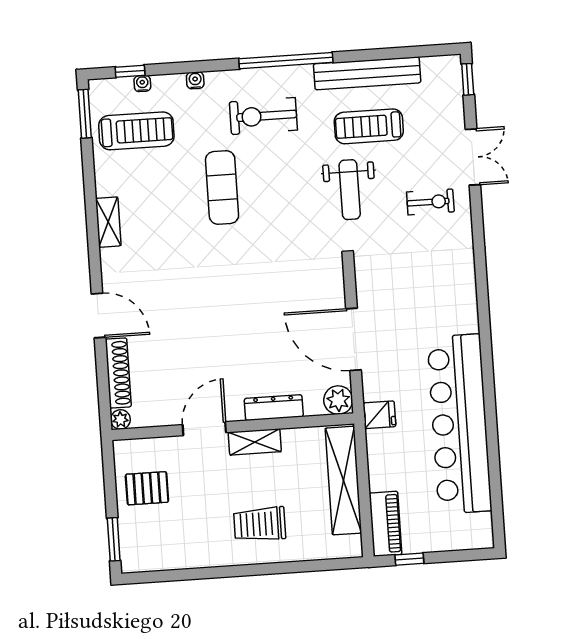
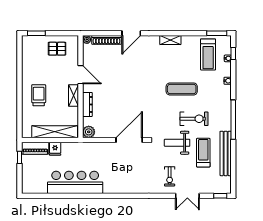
exercise bike: (263, 116) -> (194, 119), moved, turned 90
door: (354, 339) -> (129, 140), moved
fridge: (379, 415) -> (55, 149), moved
bar counter: (459, 424) -> (75, 182), width x0.73
pallet: (147, 488) -> (57, 49), turned 90

